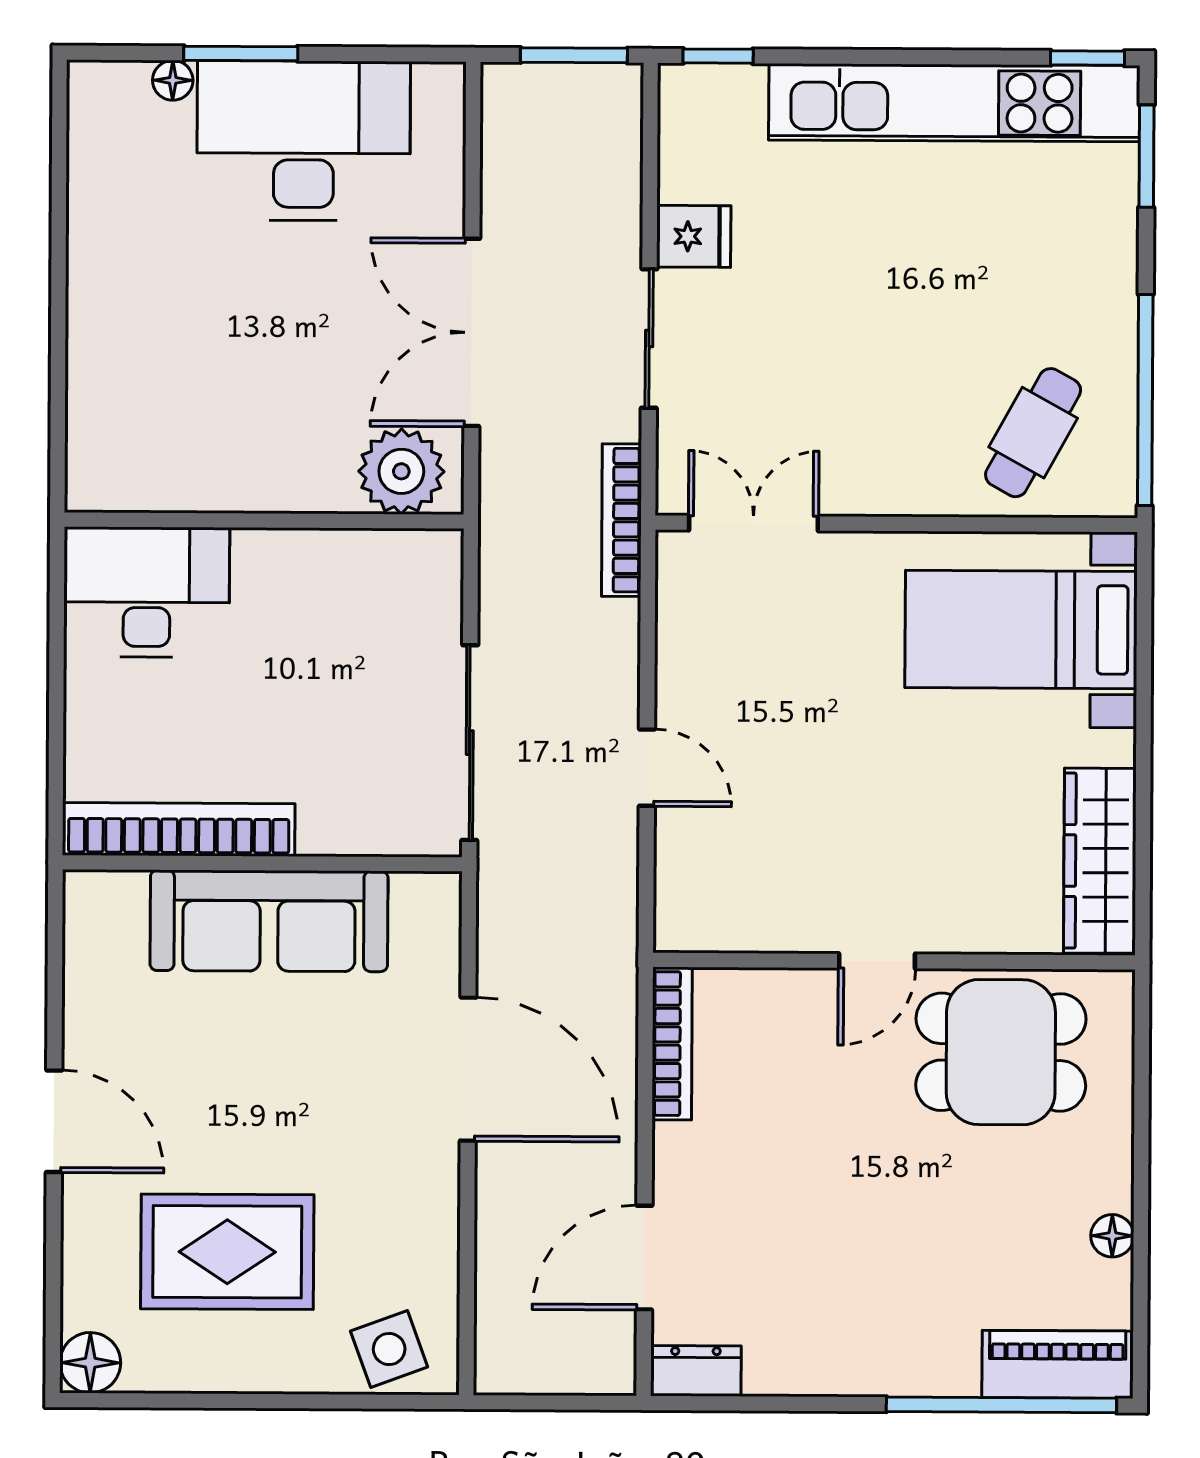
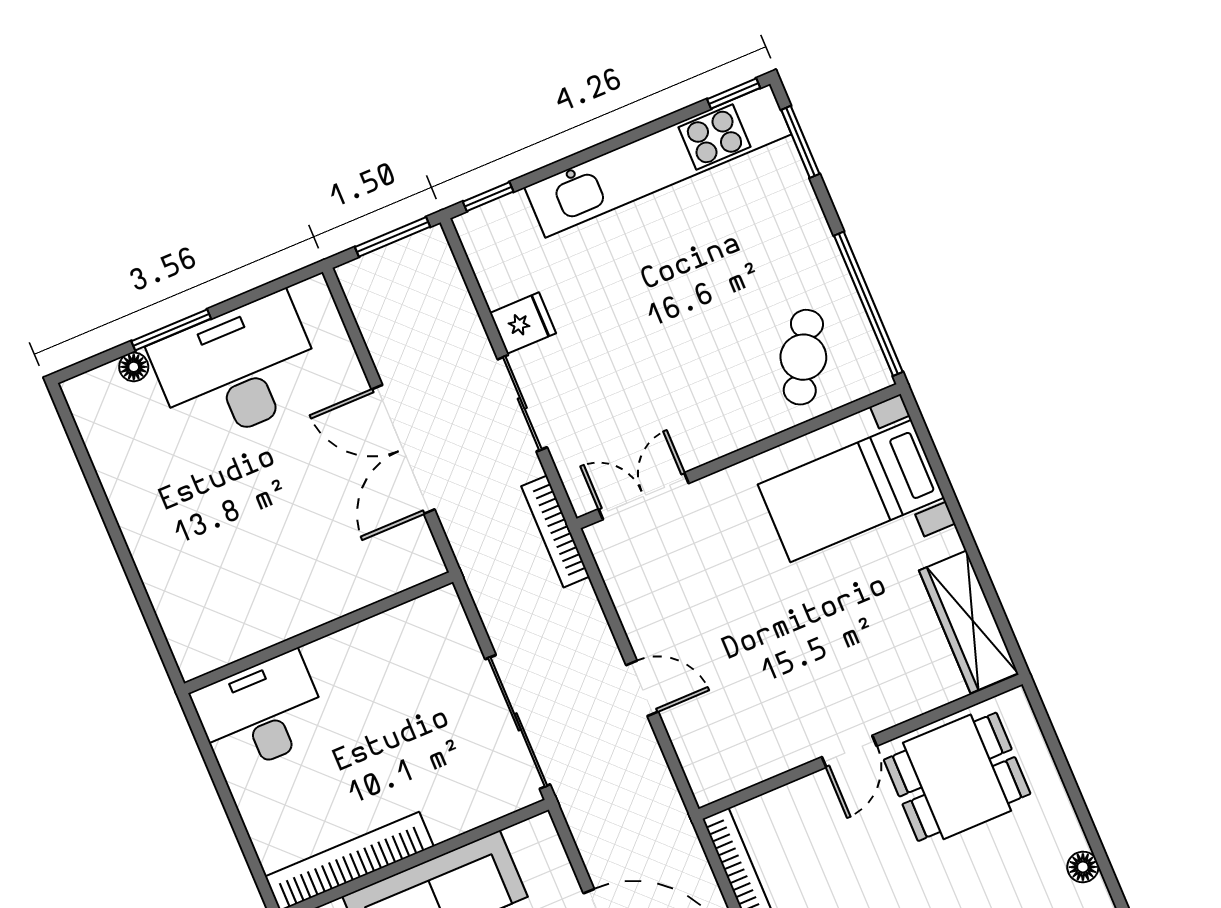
plant: (401, 471) -> (396, 561), removed

